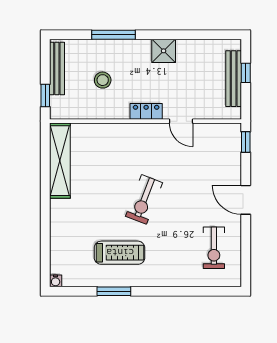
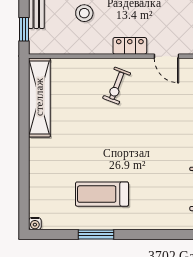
exercise bike: (144, 199) -> (117, 86), moved, width x0.73, depth x0.72
treadmill: (120, 253) -> (102, 194), turned 180

